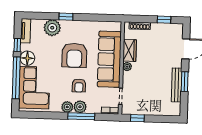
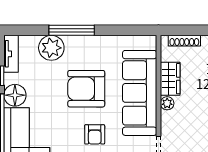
window: (66, 17) -> (72, 30), width x2.17
armchair: (74, 55) -> (86, 89), turned 90

